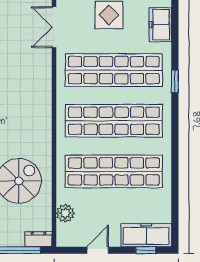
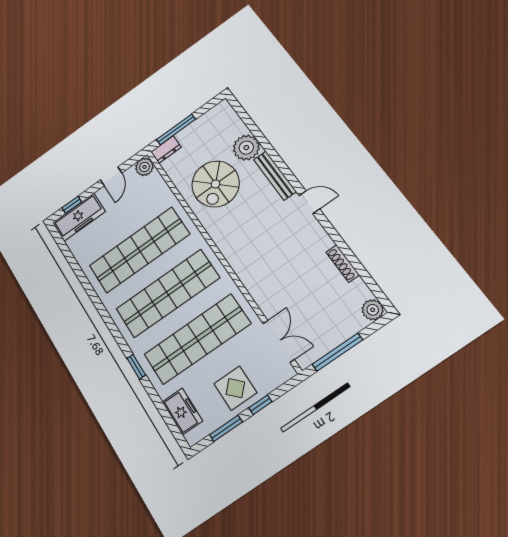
plant: (65, 213) -> (144, 167), moved

